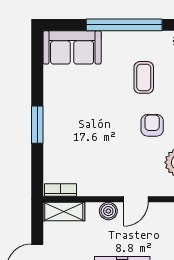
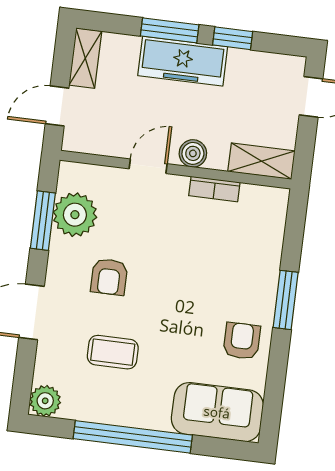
coffee table: (144, 77) -> (113, 352), turned 90
armchair: (62, 95) -> (242, 341), added
bookcase: (60, 190) -> (214, 189), moved

